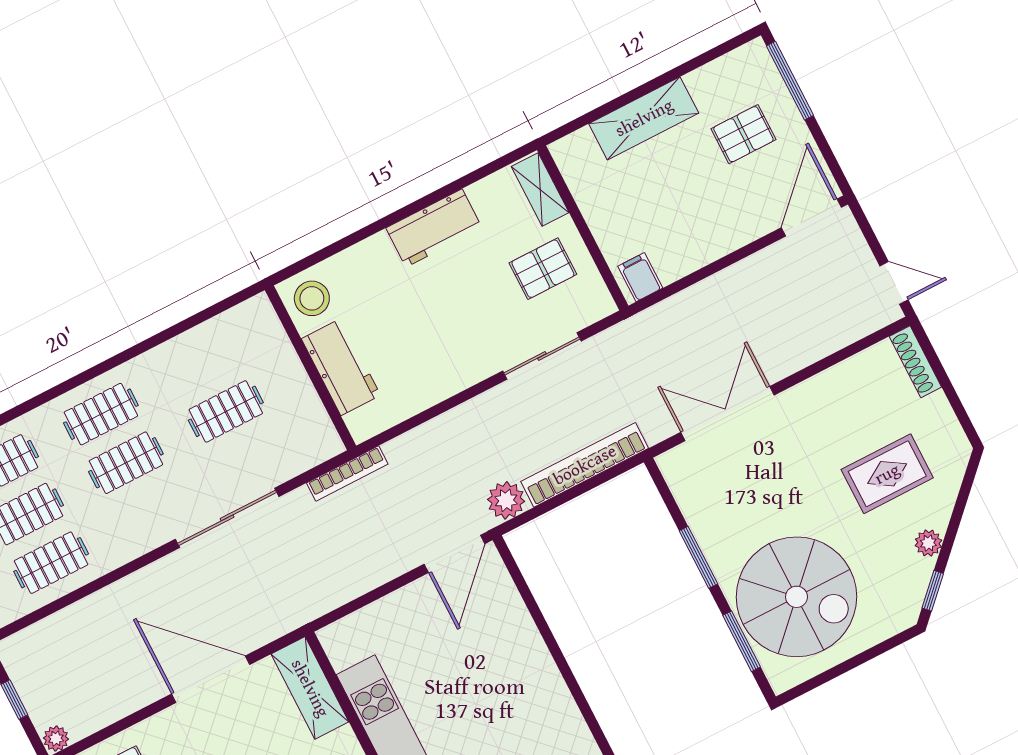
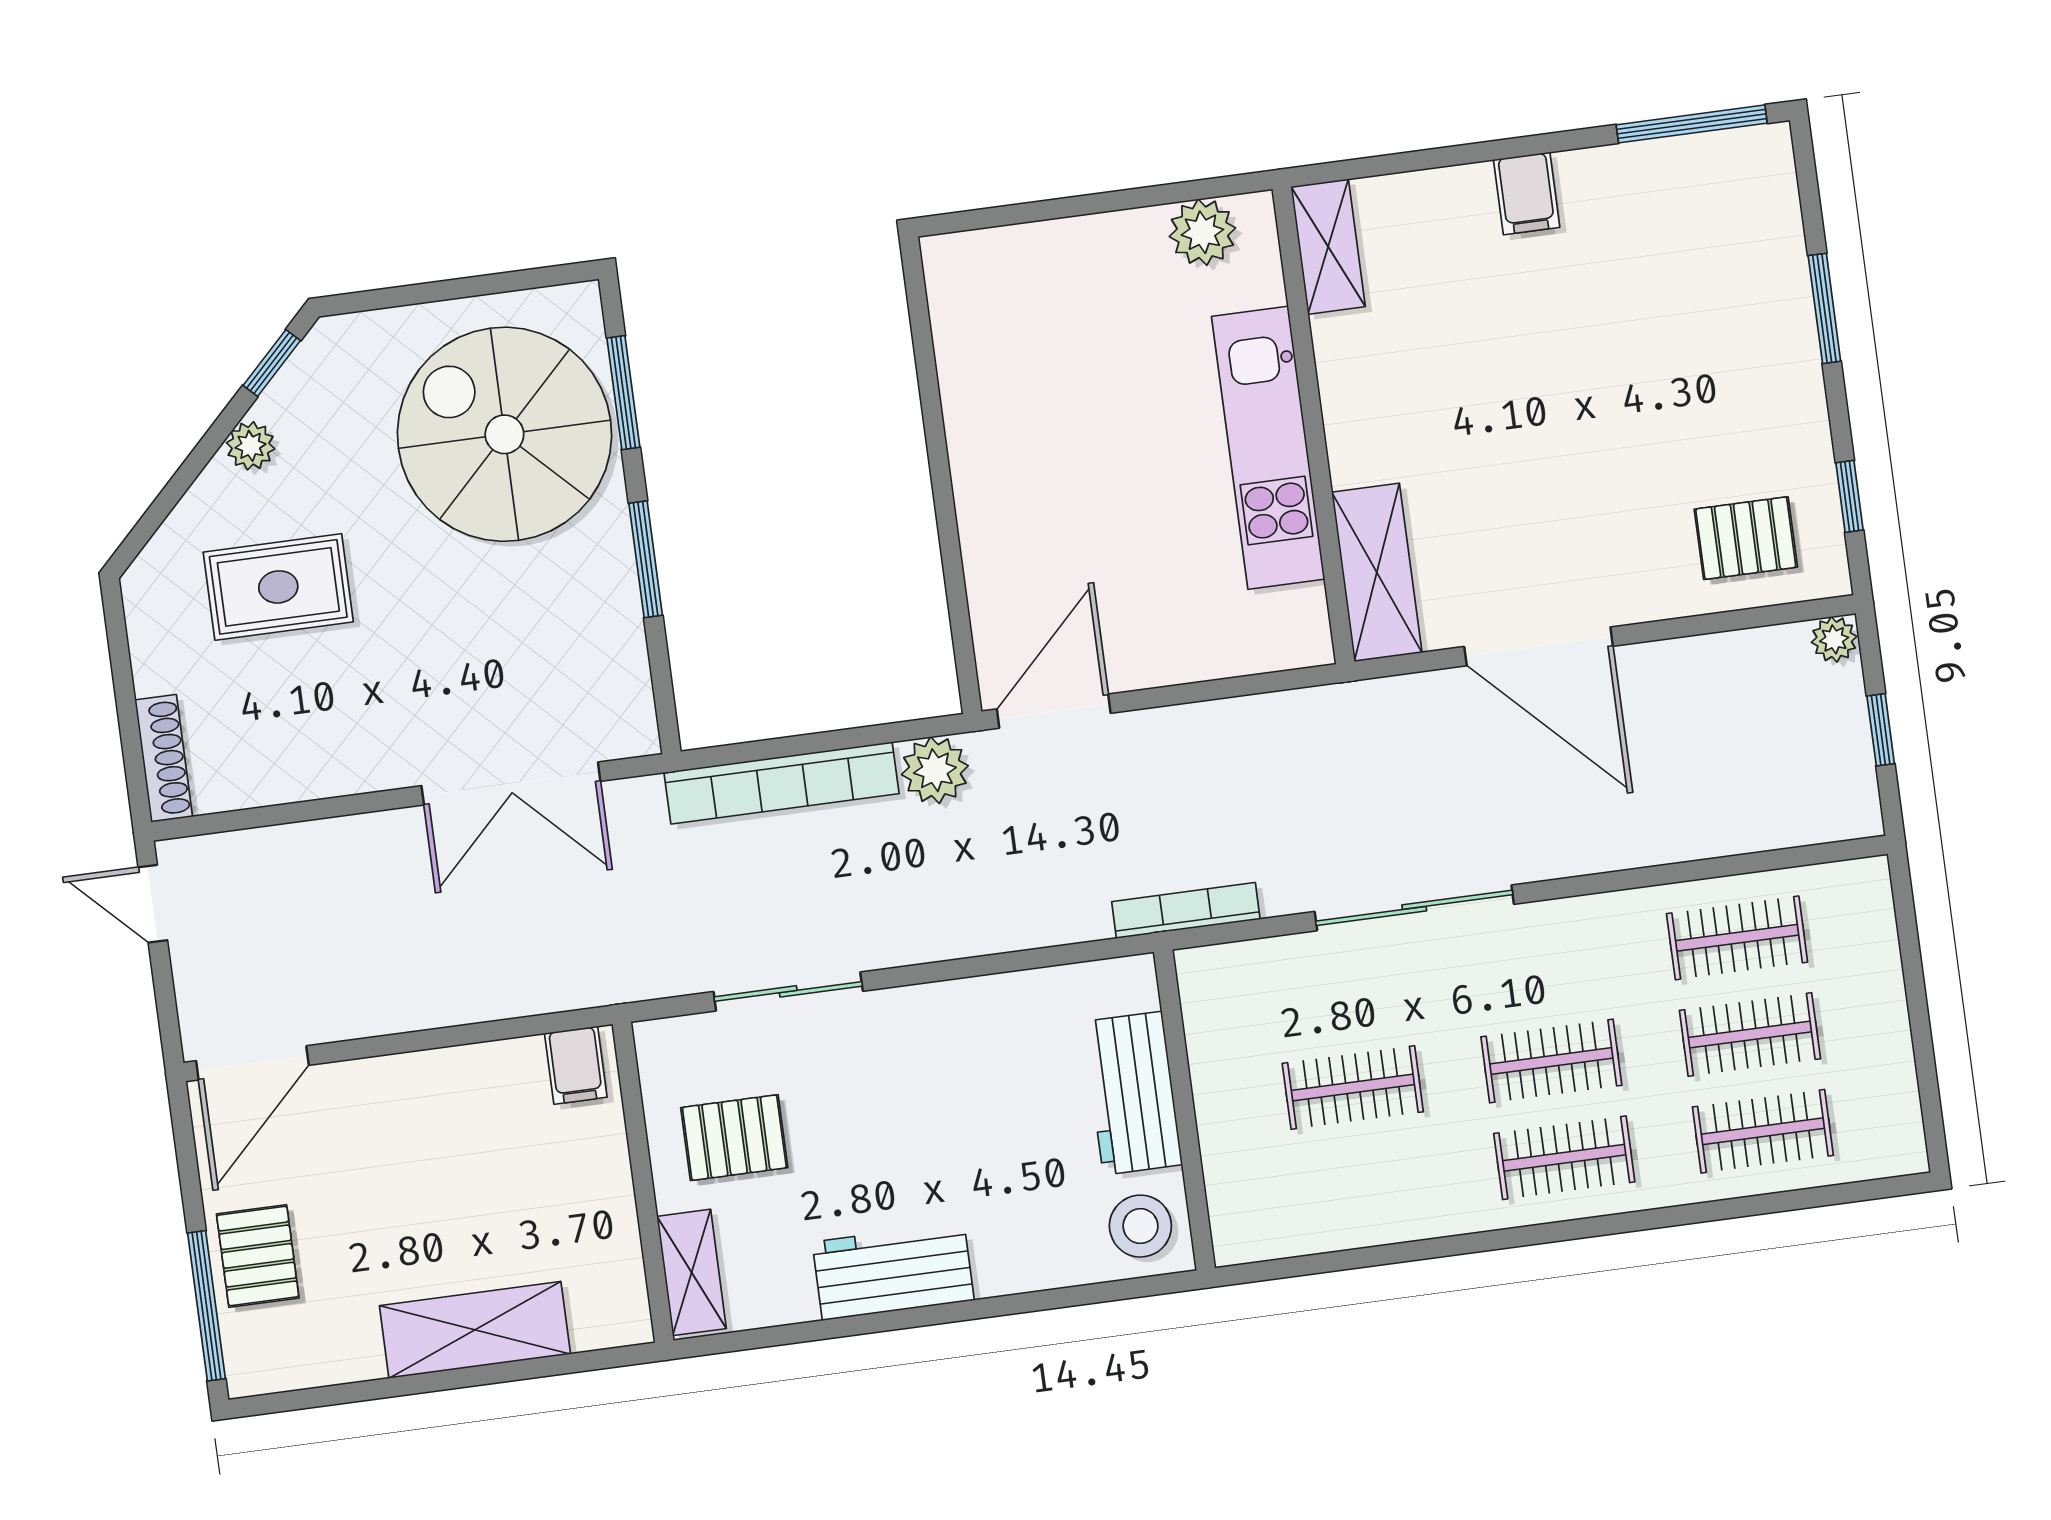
pallet: (743, 134) -> (258, 1256), moved, turned 90

